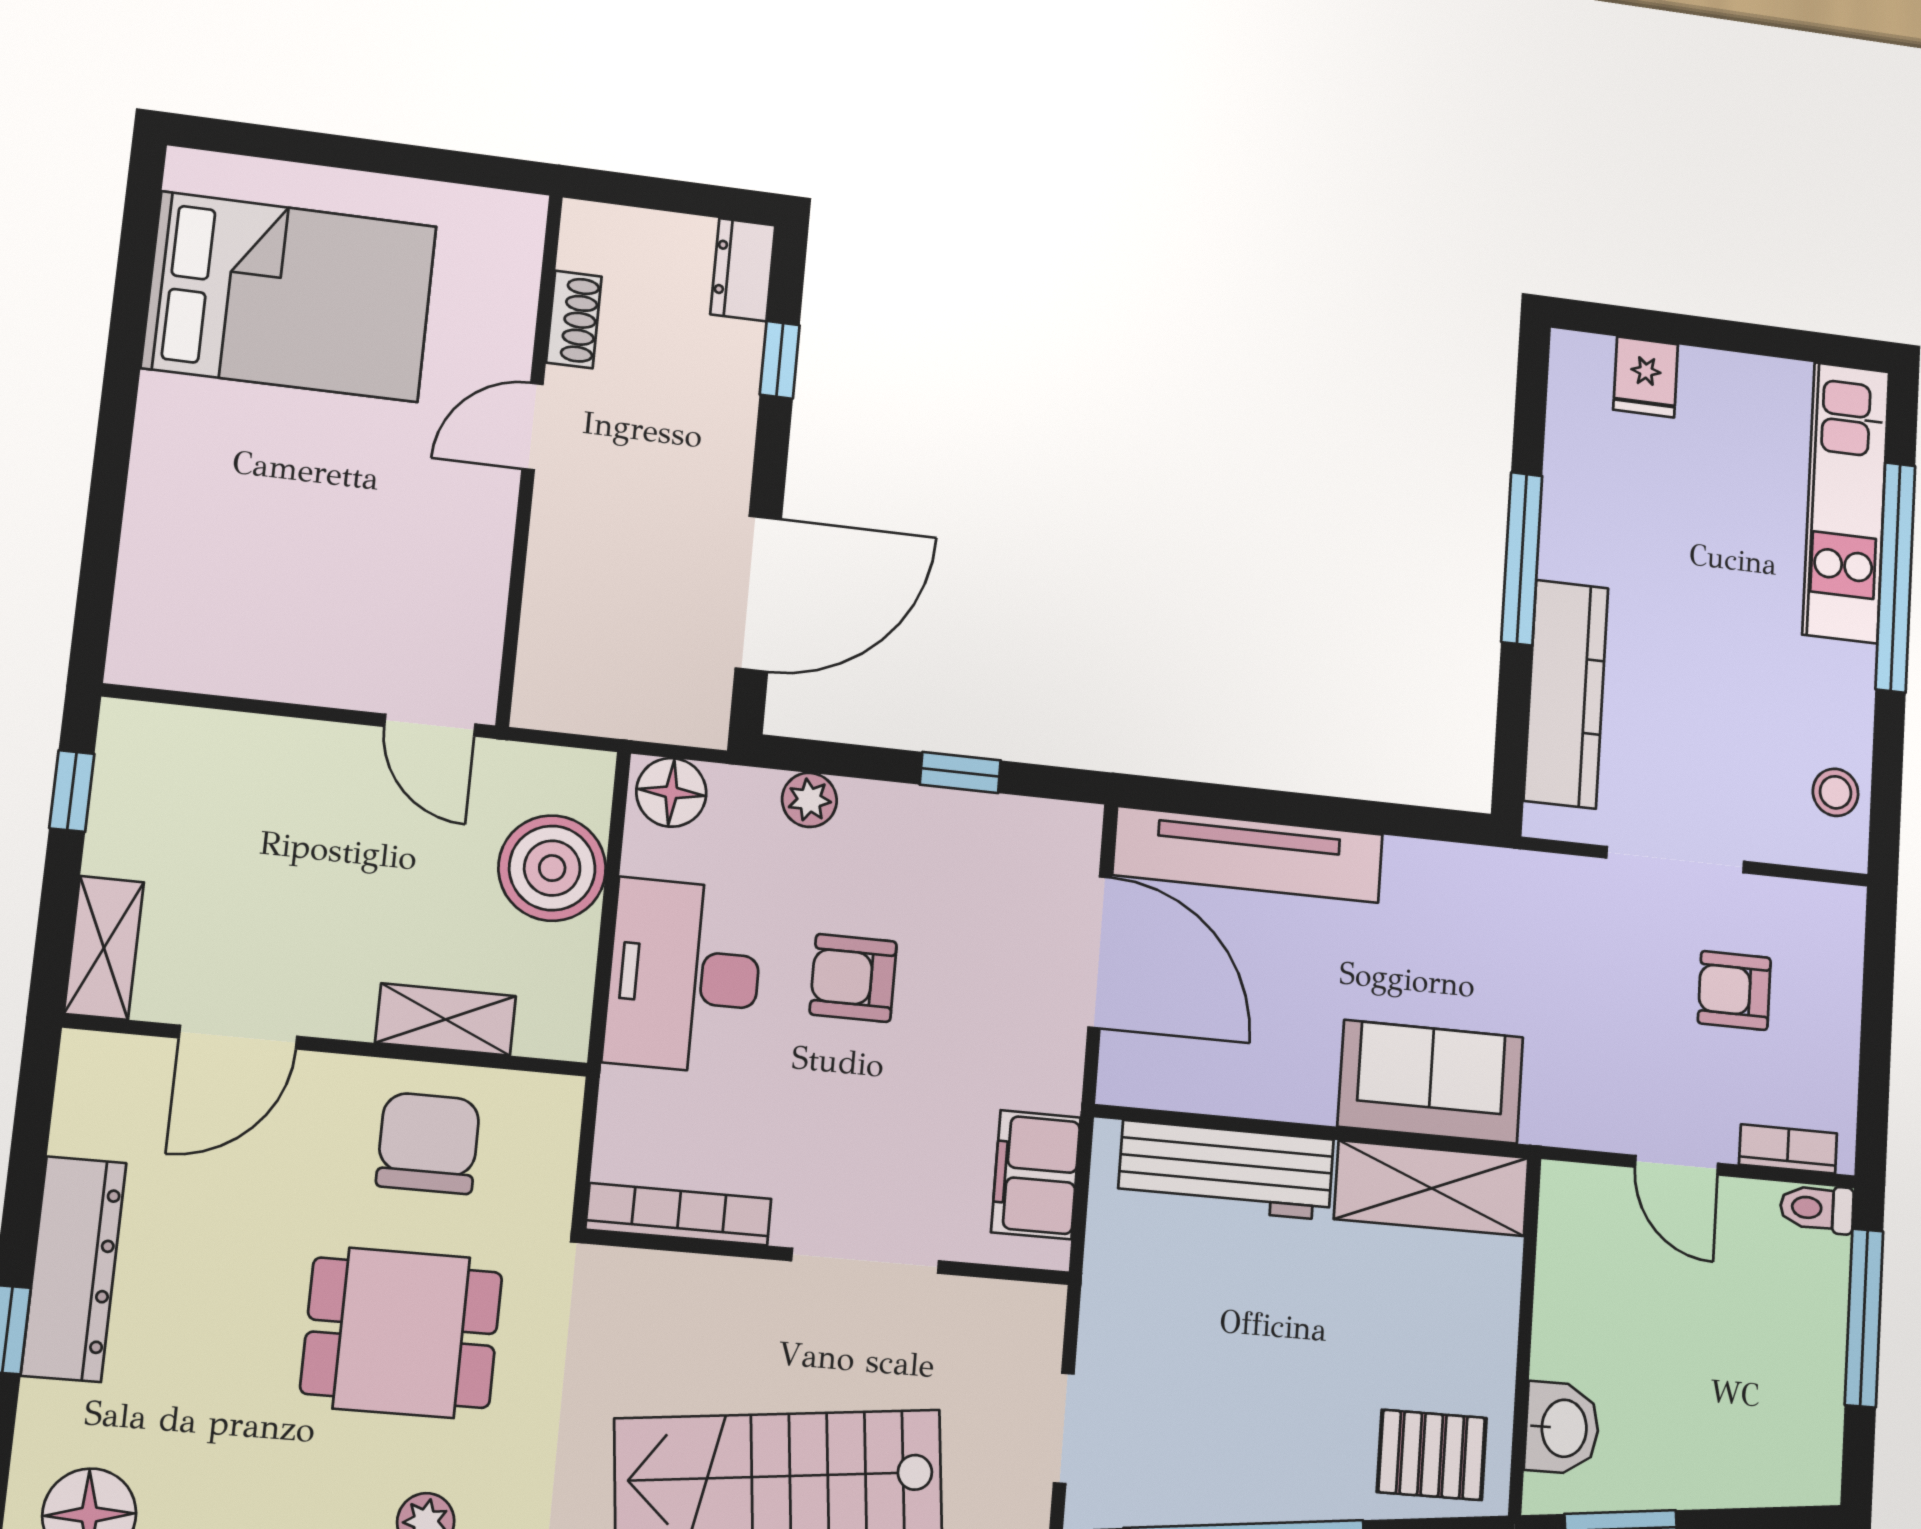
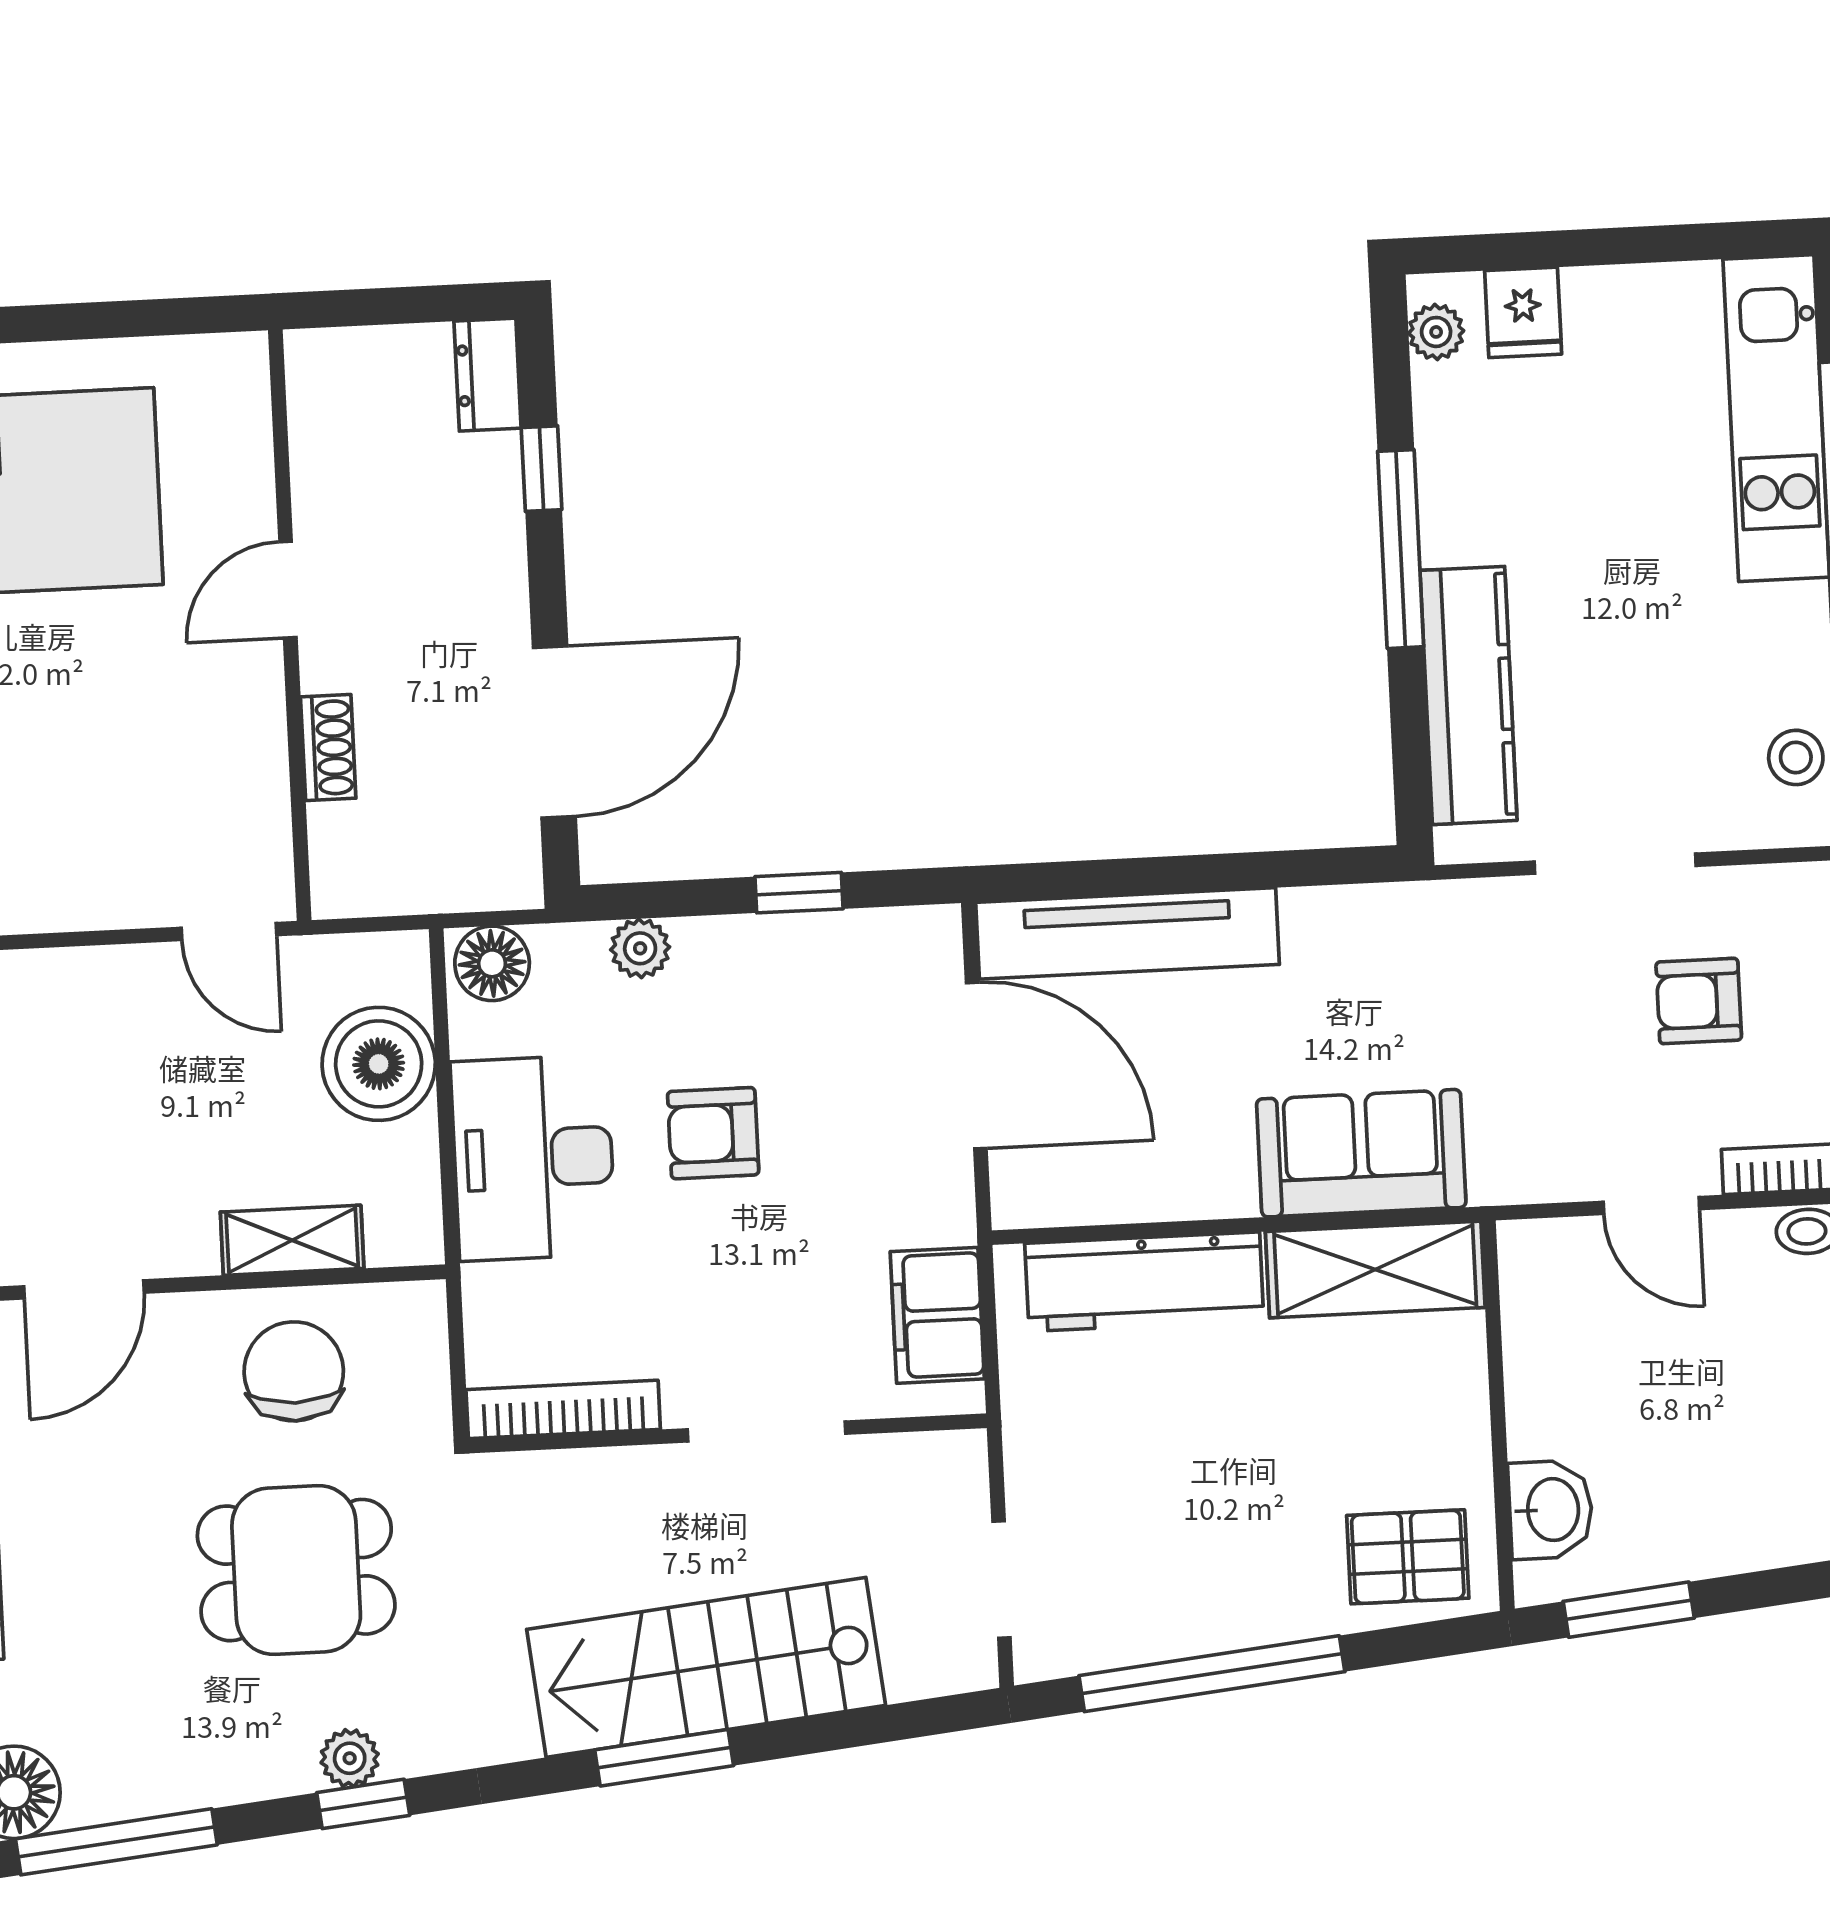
shoe rack: (574, 320) -> (328, 748), moved
plant: (1571, 380) -> (1436, 332), added

